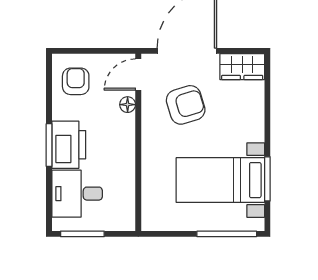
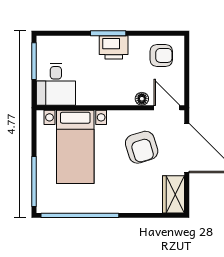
printer: (69, 145) -> (114, 47), width x0.73, depth x0.84
window: (267, 179) -> (80, 215), width x2.11
bed with nightstands: (220, 180) -> (75, 147), moved, turned 180
desk: (77, 194) -> (56, 84), moved, turned 180

